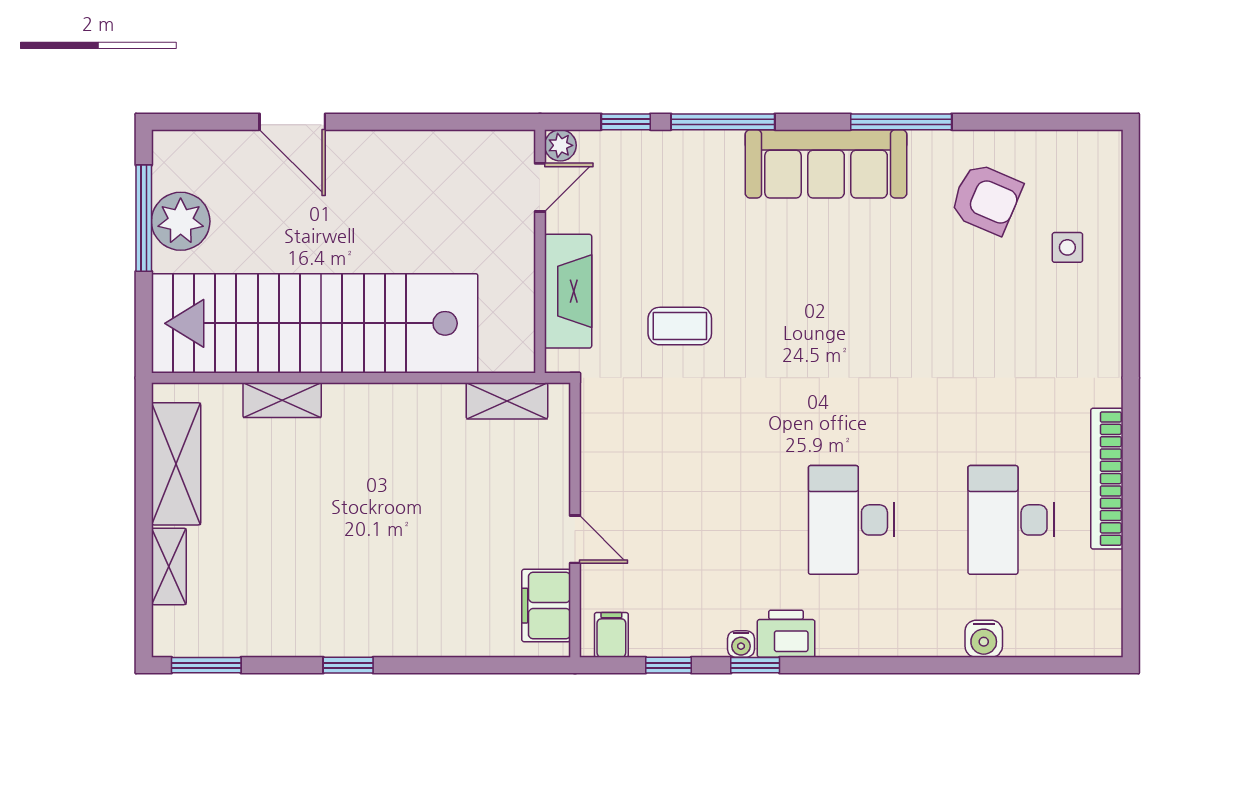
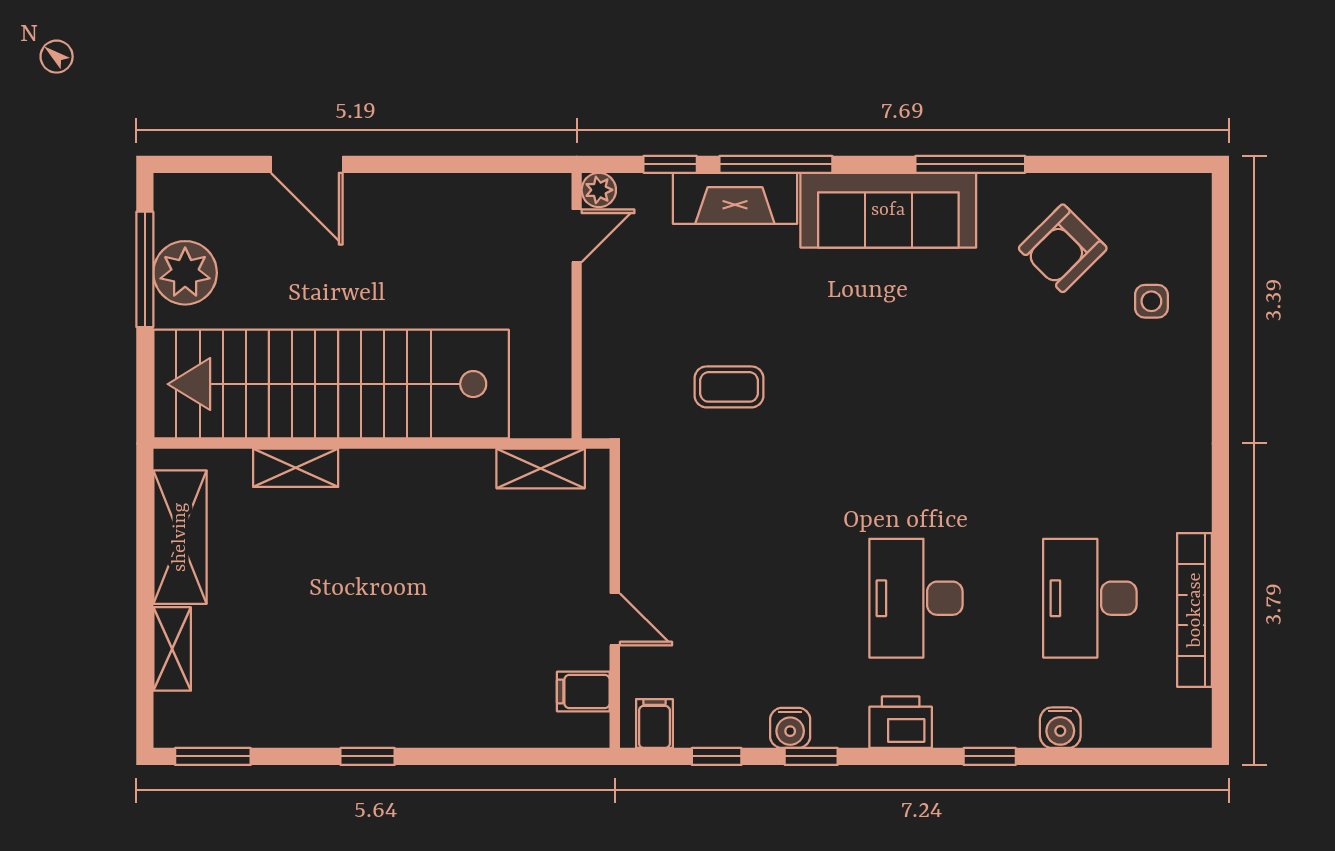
armchair: (986, 199) -> (1063, 248), turned 112
fireplace: (568, 291) -> (735, 198), moved, turned 90
bookcase: (1107, 479) -> (1195, 610), moved
filing cabinet: (546, 606) -> (583, 692), width x0.50
printer: (786, 634) -> (901, 722), moved
water cooler: (741, 644) -> (790, 728), width x1.38, depth x1.38
window: (919, 665) -> (990, 756), added

